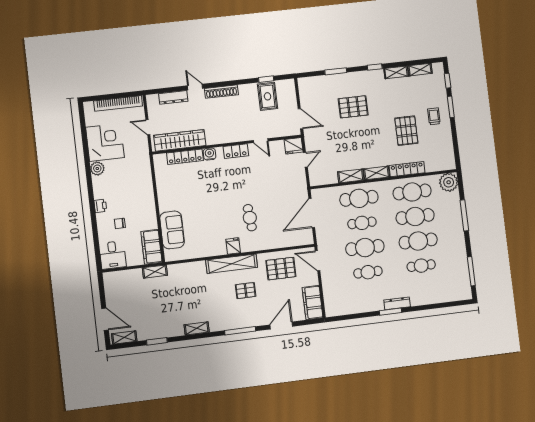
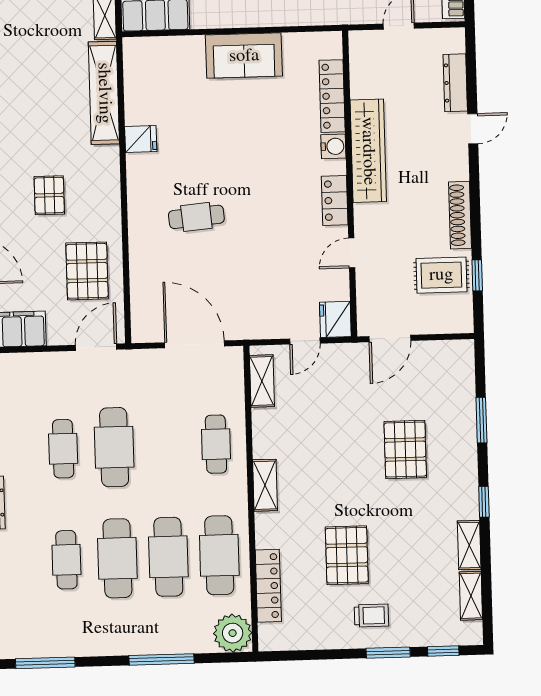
shoe rack: (221, 92) -> (460, 215), moved
pallet: (406, 131) -> (347, 555), turned 90
wardrobe: (180, 140) -> (368, 151), moved
door: (305, 160) -> (305, 341), hinge flipped
locker: (407, 169) -> (268, 586), moved
shelving: (351, 176) -> (262, 381), moved
cafe table: (359, 198) -> (216, 444), width x0.73, depth x0.74
cafe table: (362, 223) -> (165, 446), removed
sofa: (172, 230) -> (244, 56), moved
fridge: (233, 246) -> (141, 139), moved
shelving: (232, 264) -> (104, 93), moved

